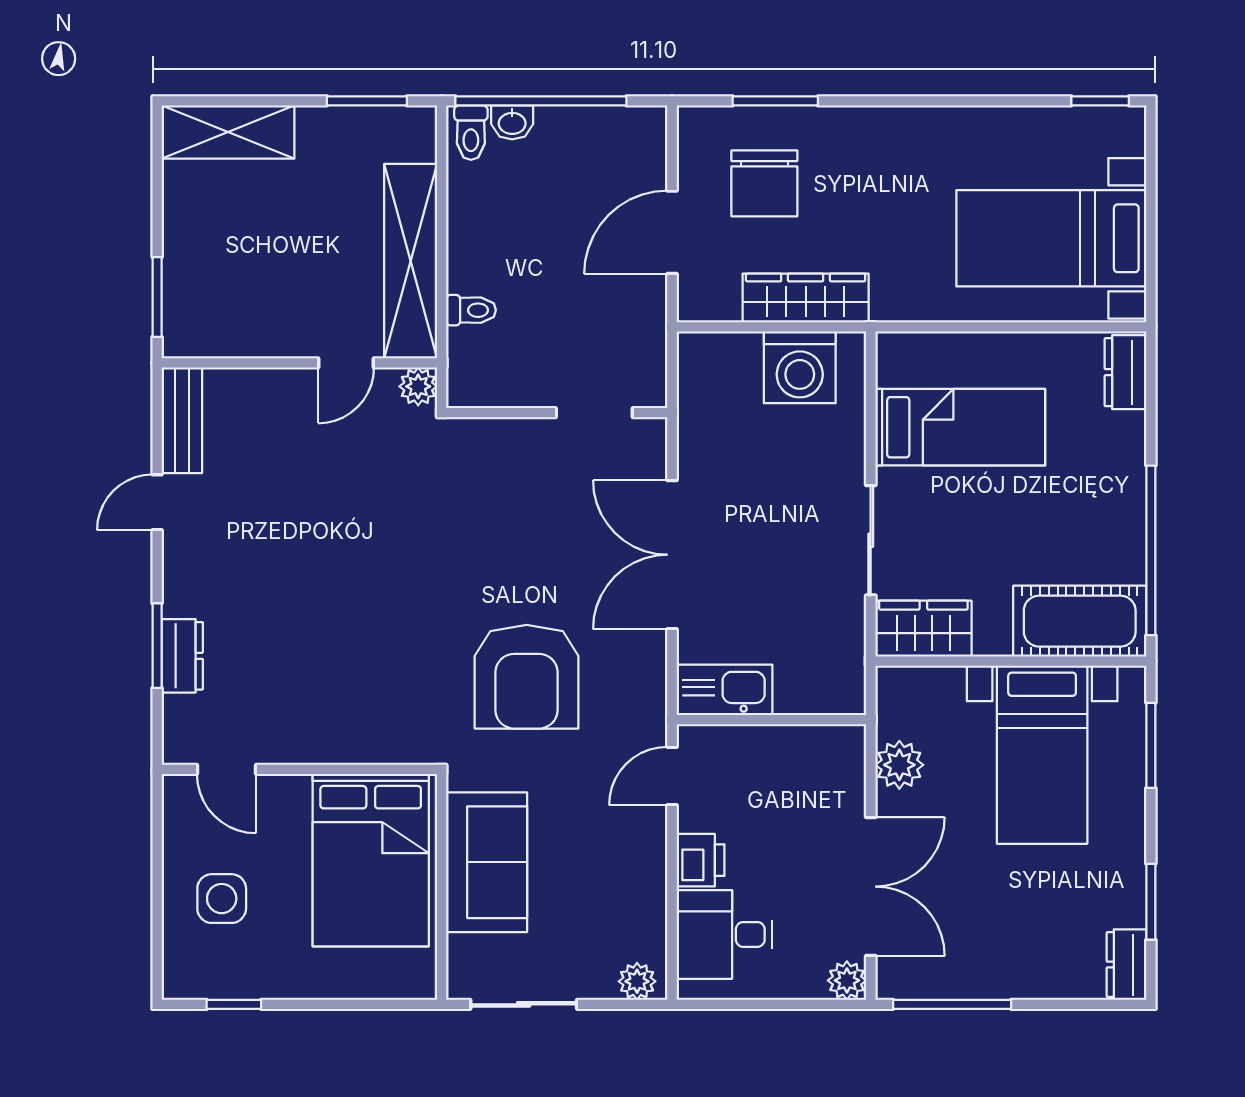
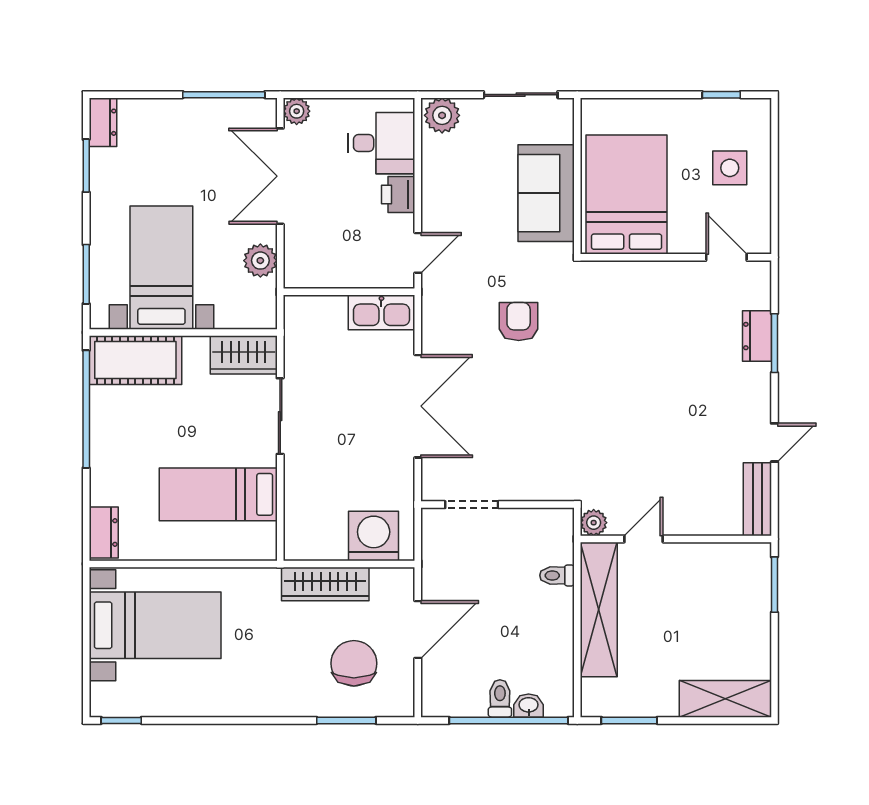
toilet: (471, 133) -> (500, 698), moved
washing machine: (800, 367) -> (374, 536), moved
armchair: (527, 677) -> (519, 322), width x0.53, depth x0.53
plant: (637, 981) -> (442, 115), width x1.38, depth x1.38

